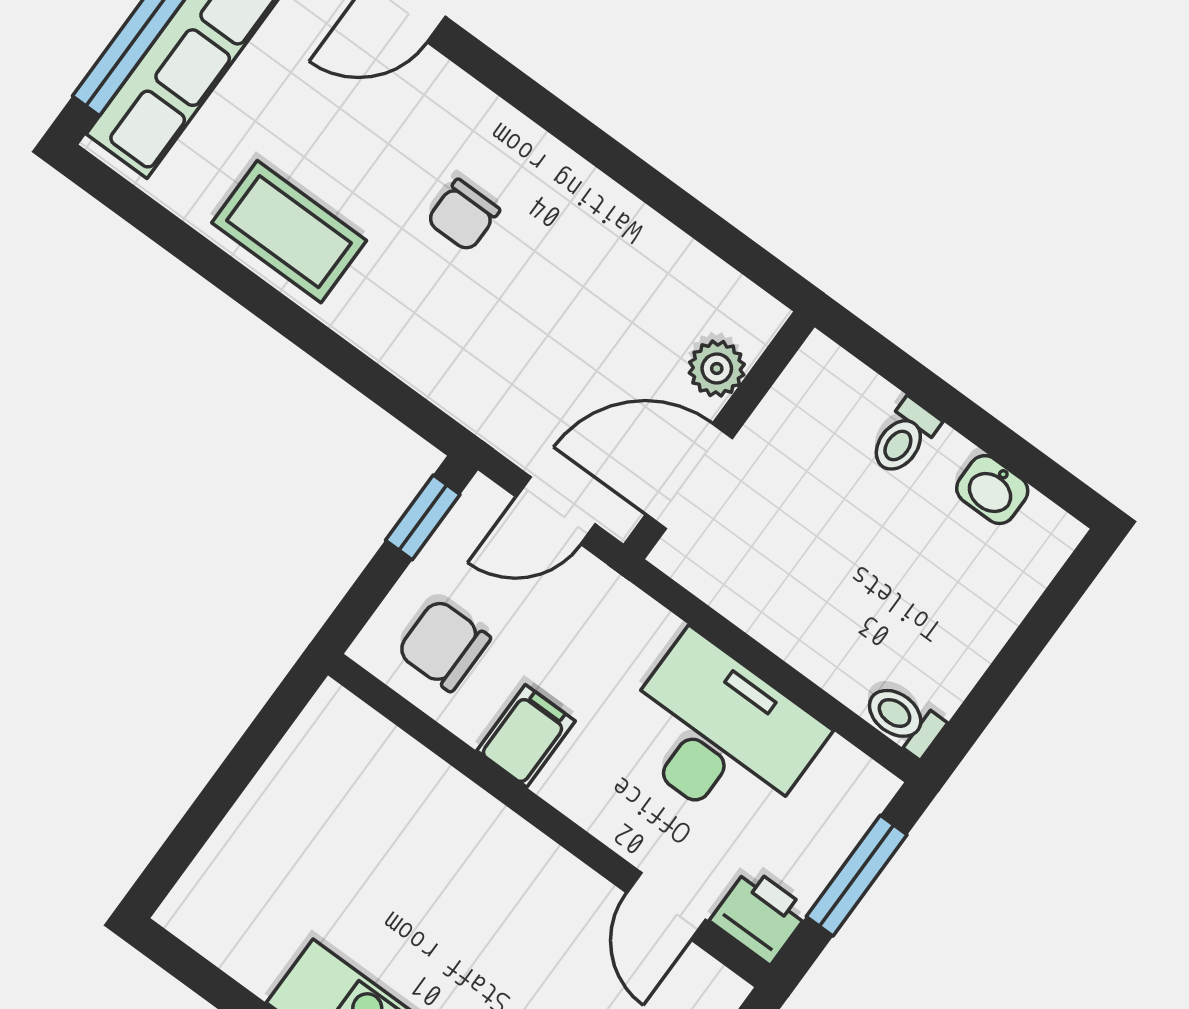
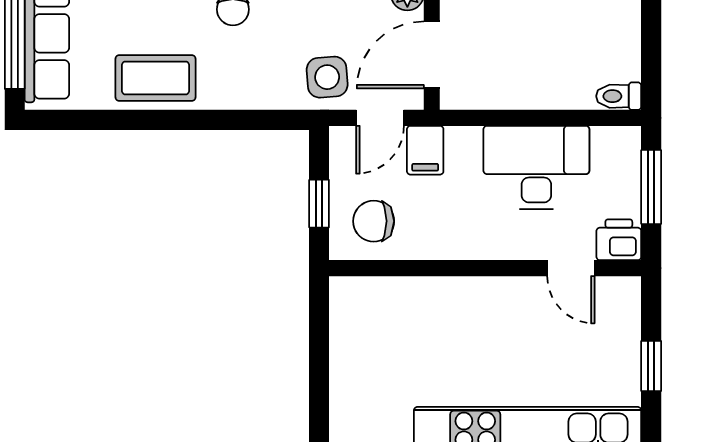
side table: (524, 402) -> (327, 77), added
window: (423, 517) -> (319, 204), moved
filing cabinet: (526, 736) -> (425, 150), moved, turned 180

